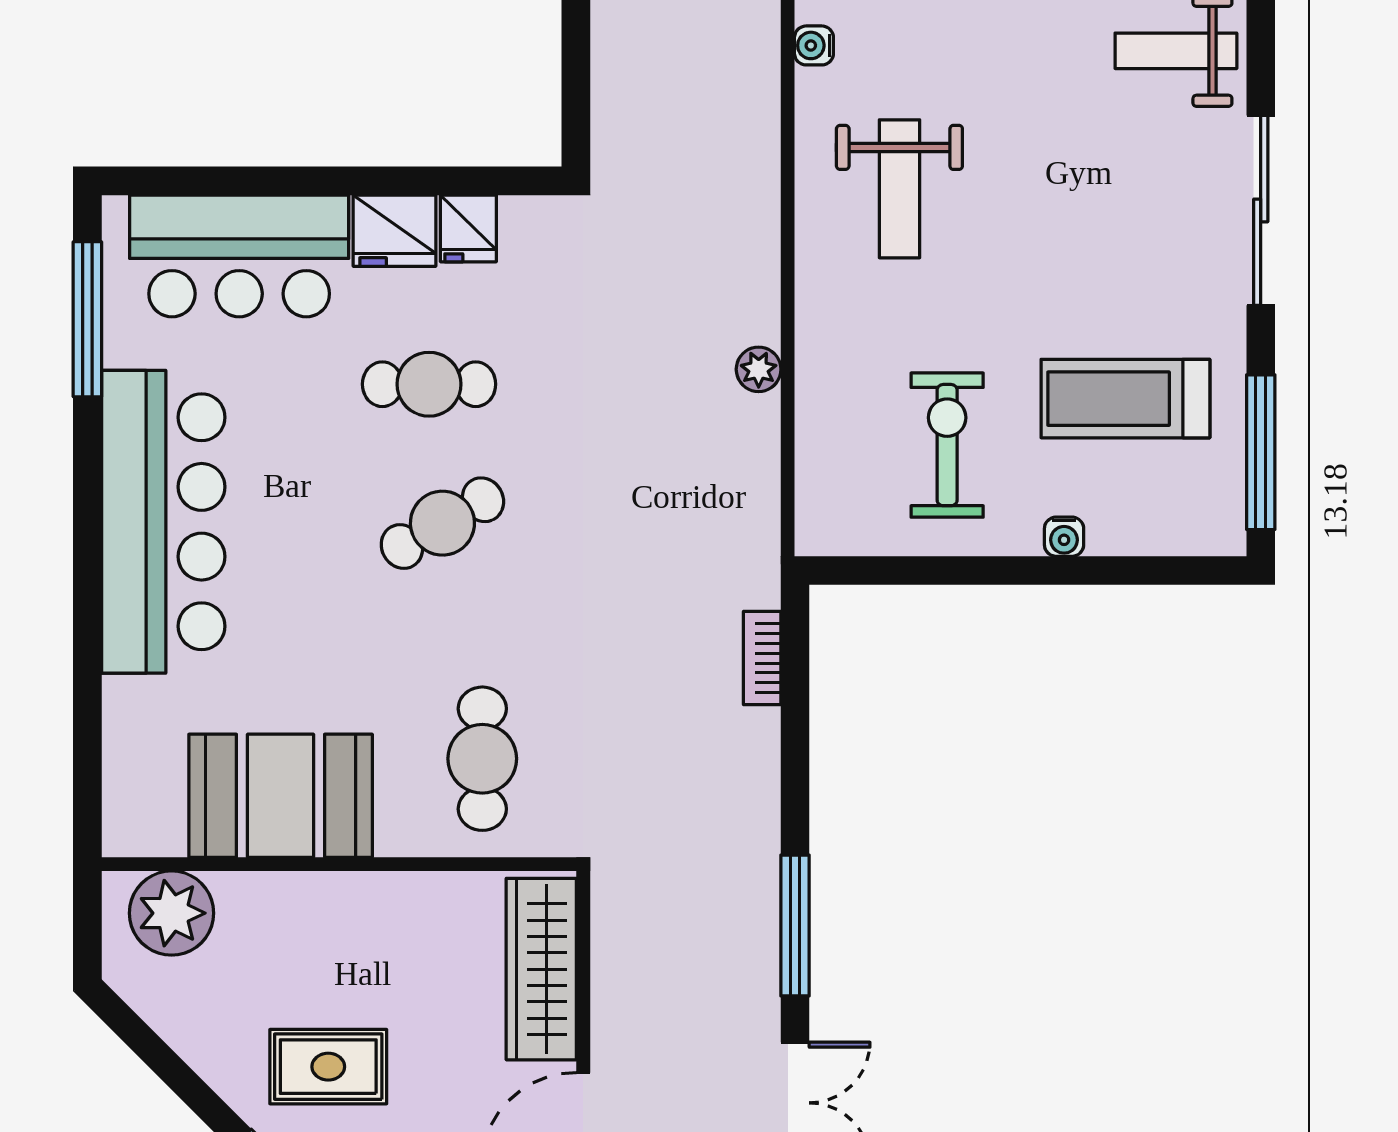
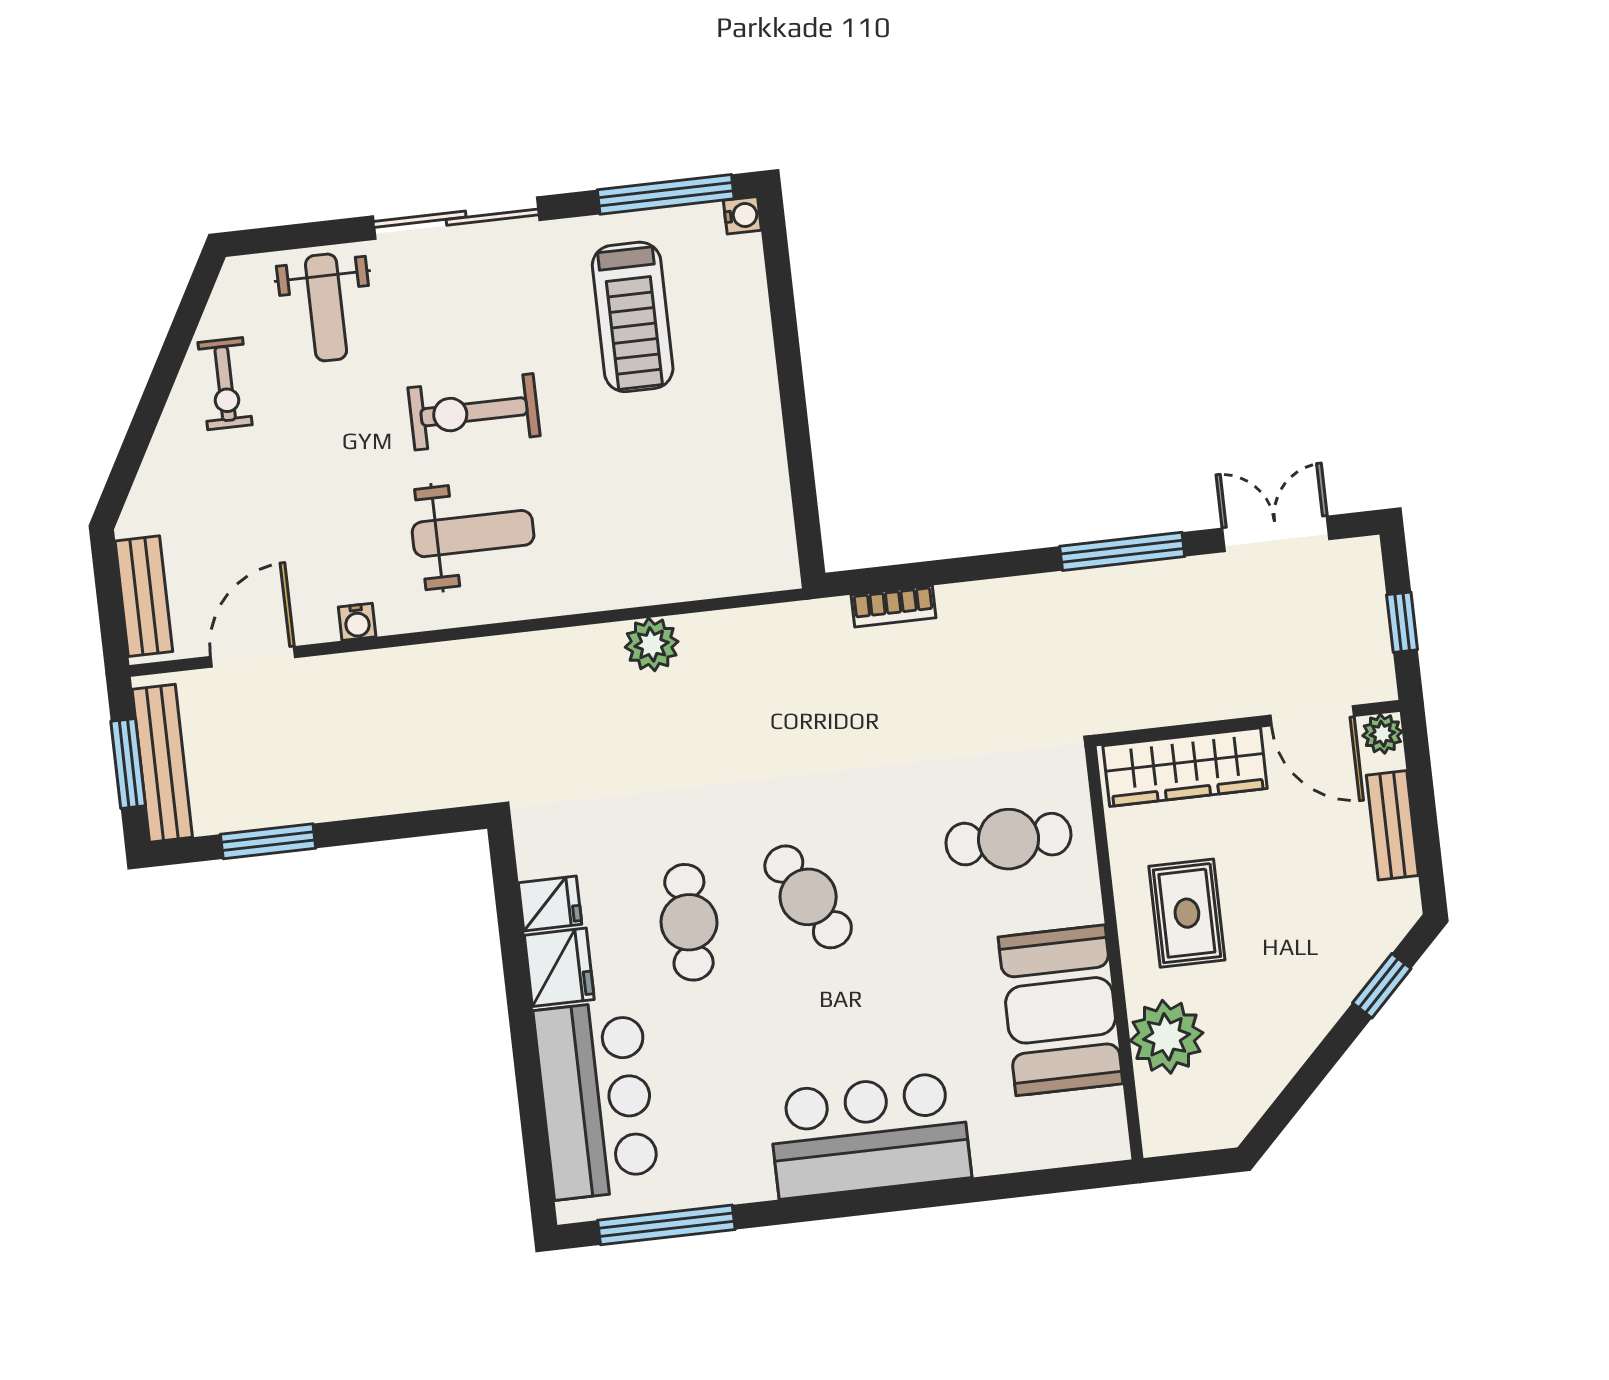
plant: (759, 369) -> (652, 644), width x1.38, depth x1.38
exercise bike: (947, 445) -> (474, 412), moved
bar counter: (163, 522) -> (869, 1135), width x0.73
water cooler: (1064, 537) -> (742, 215), moved
plant: (172, 913) -> (1167, 1037), moved
rug: (328, 1067) -> (1187, 913), moved

